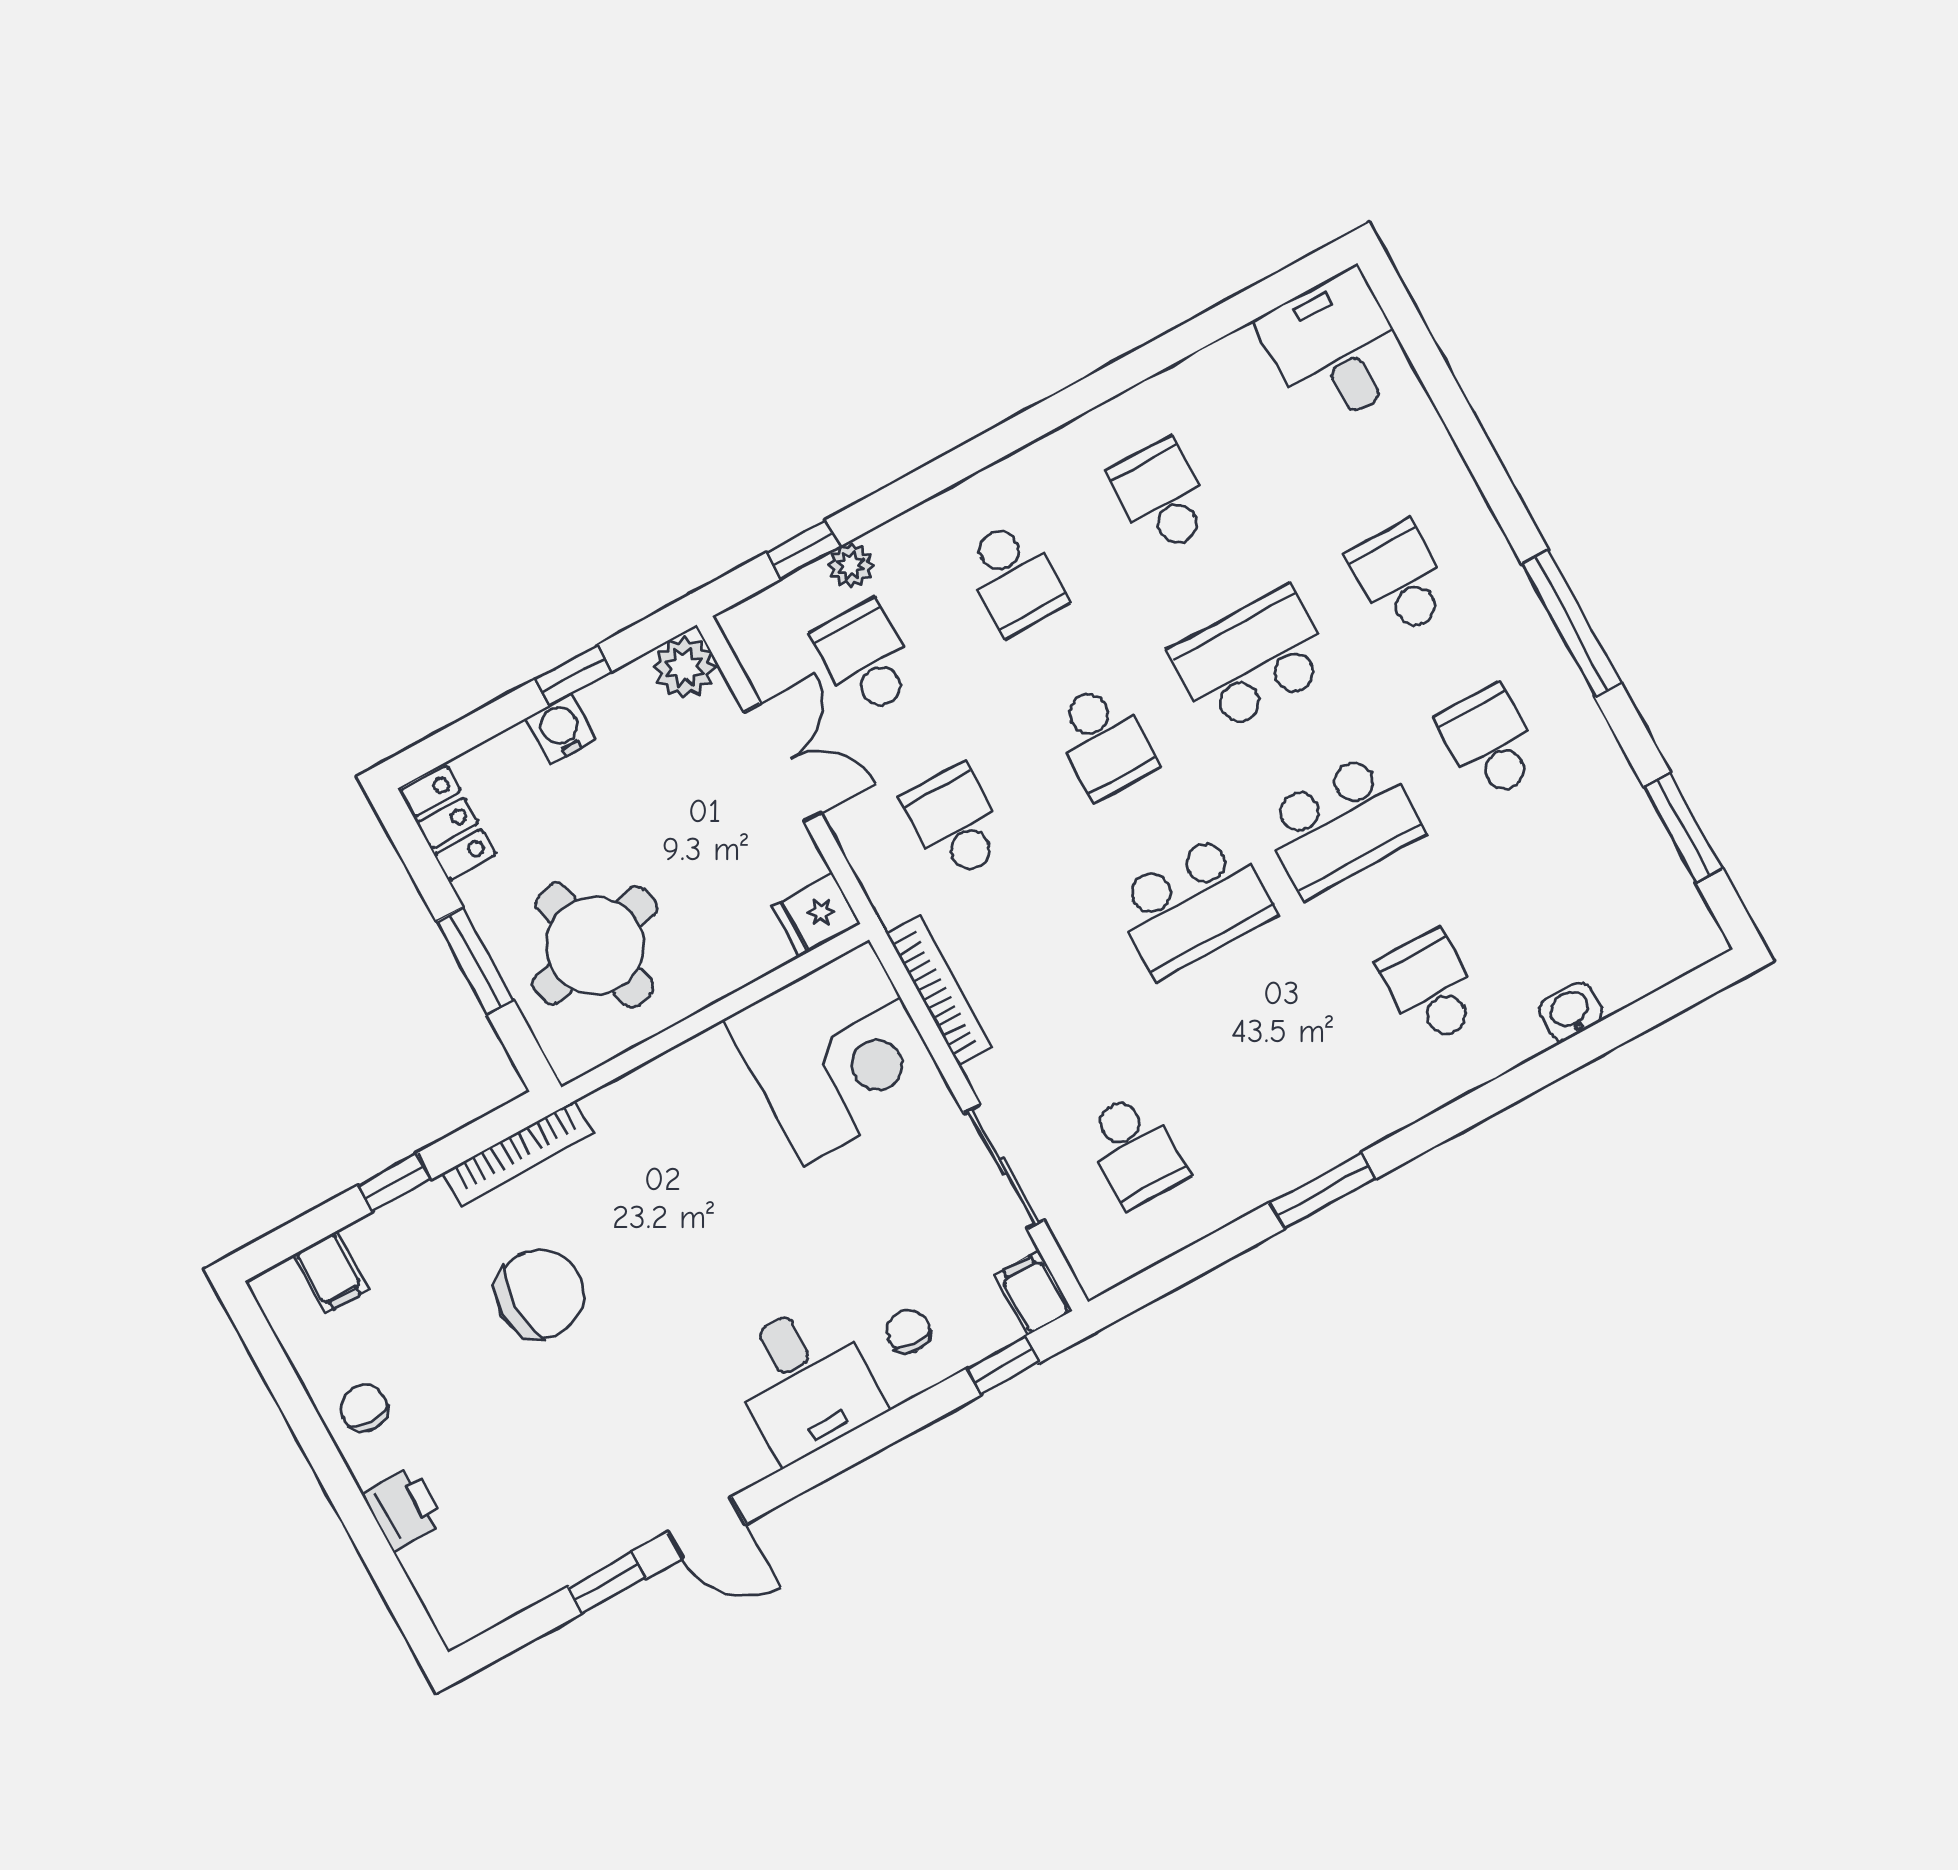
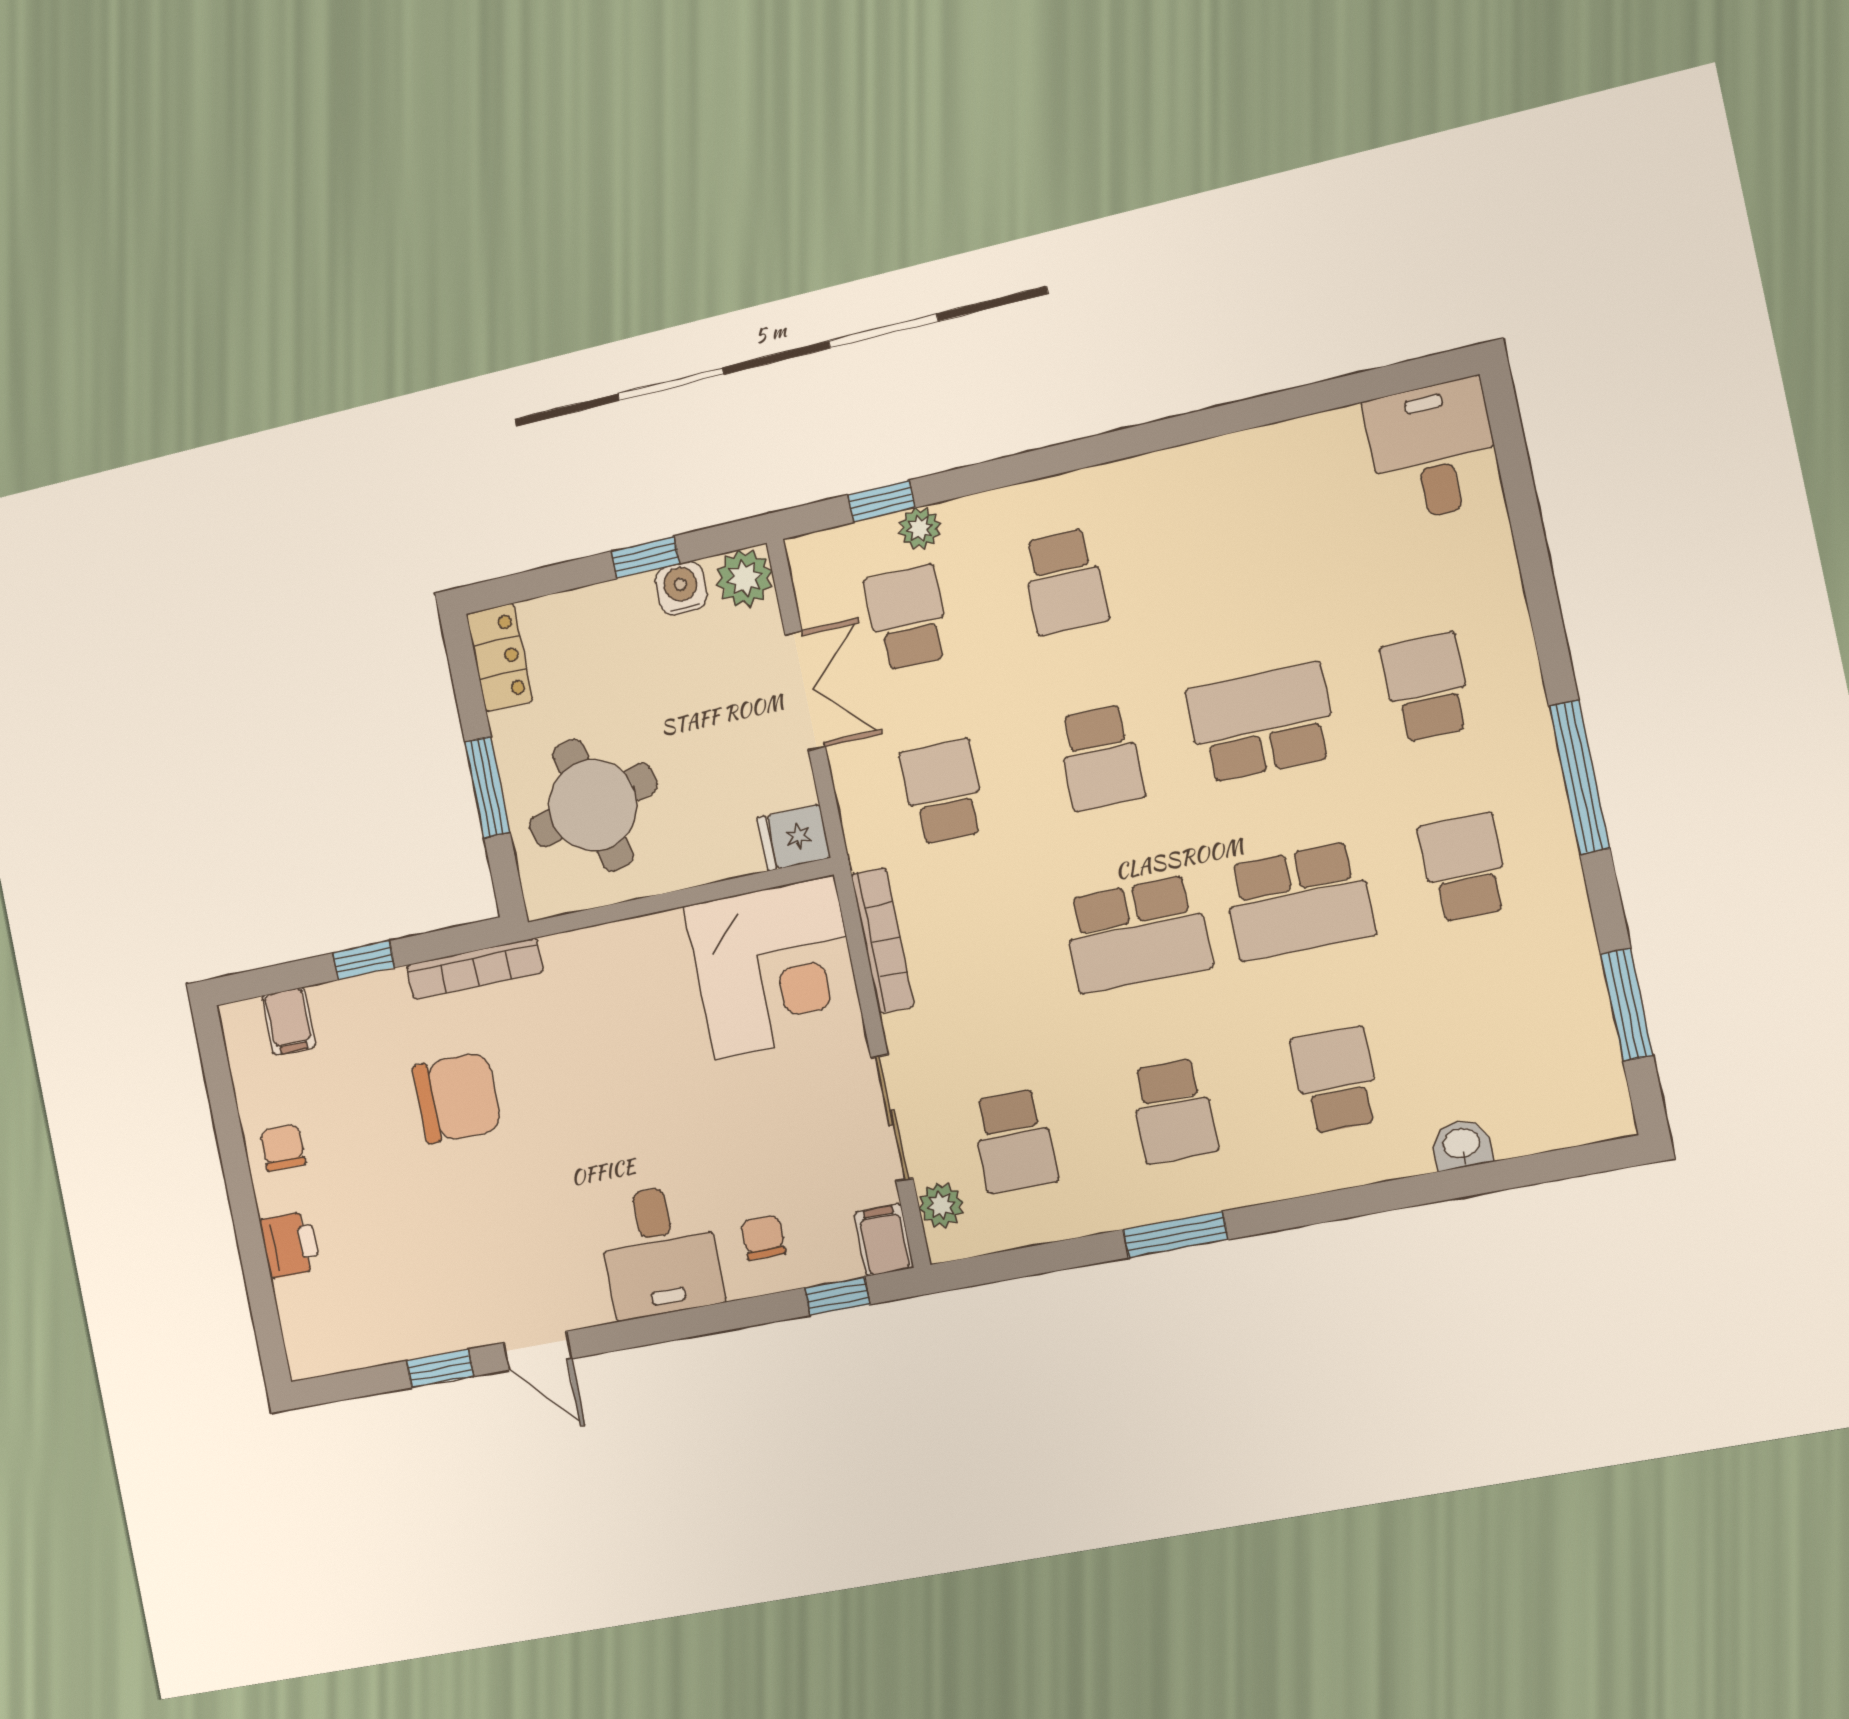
school desk: (1162, 496) -> (1173, 1111), moved, turned 180
water cooler: (561, 729) -> (681, 588), moved
plant: (1081, 1239) -> (941, 1205), added

